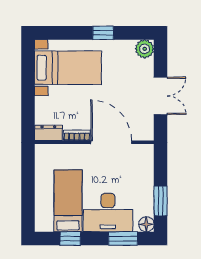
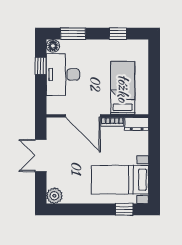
window: (103, 33) -> (124, 209), moved
bed: (68, 201) -> (123, 88), moved, turned 180
window: (161, 201) -> (41, 66), width x0.67
desk: (108, 213) -> (63, 75), moved, turned -90

